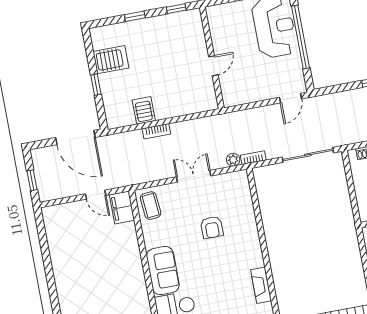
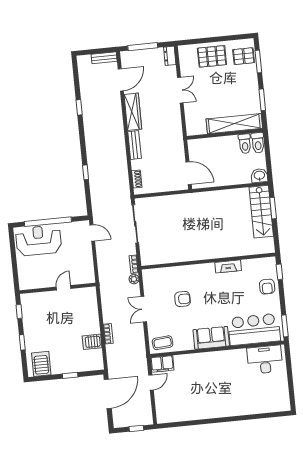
server rack: (111, 60) -> (41, 364), moved
door: (213, 66) -> (64, 288), hinge flipped

